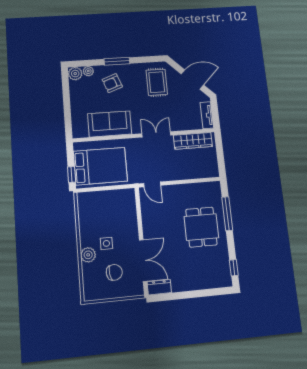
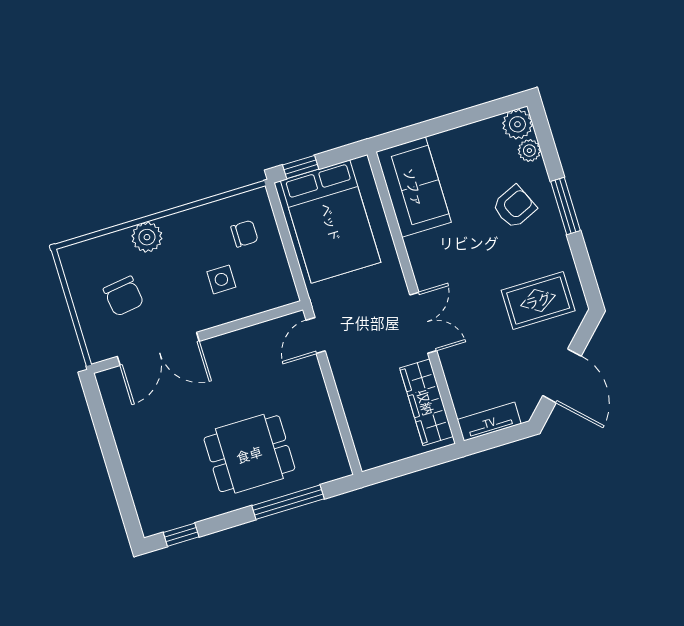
armchair: (112, 83) -> (514, 207), turned 86
sofa: (110, 124) -> (414, 187), moved
chair: (97, 207) -> (244, 234), added
side table: (106, 243) -> (221, 279), moved
dresser: (159, 287) -> (113, 392), removed

